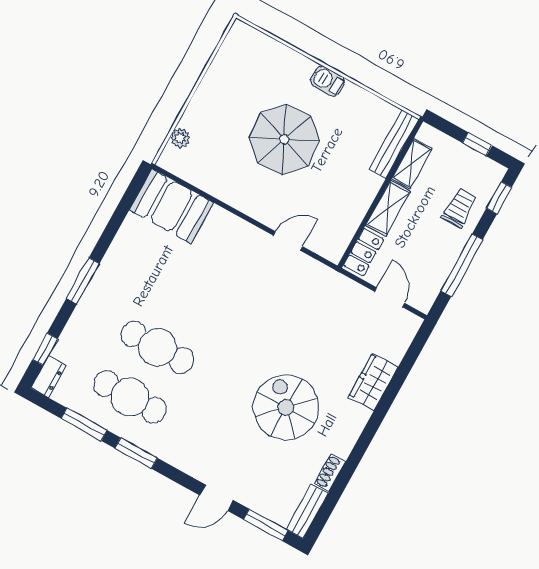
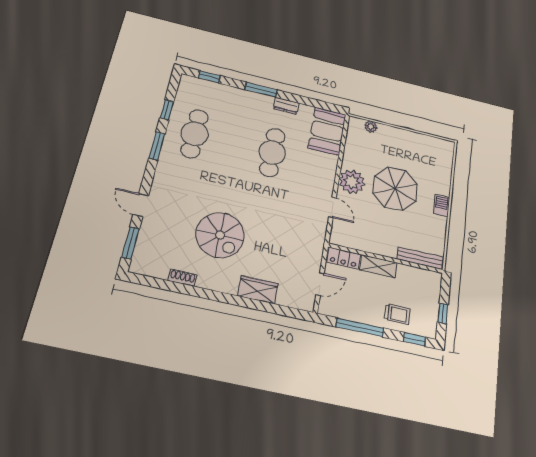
shelving: (412, 163) -> (413, 273), removed
plant: (258, 199) -> (352, 182), added
cafe table: (157, 347) -> (272, 152), moved
dresser: (48, 377) -> (286, 106), moved
spiral stairs: (286, 407) -> (220, 235), turned 90
window: (84, 424) -> (167, 110), width x0.67
bench: (307, 511) -> (149, 269), removed

